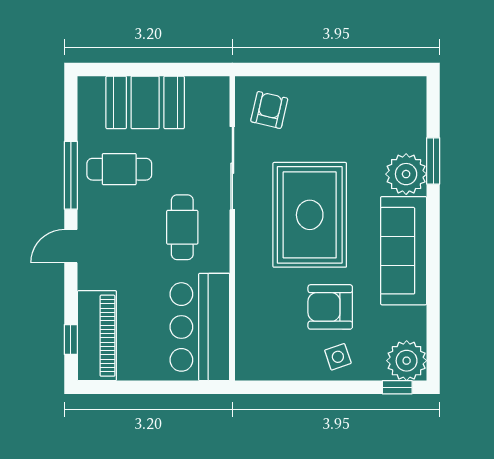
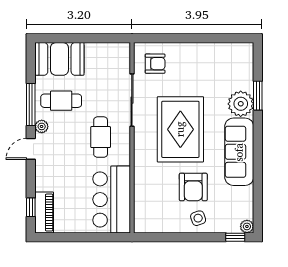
booth: (145, 102) -> (59, 59), moved
armchair: (269, 110) -> (155, 64), turned 77
plant: (88, 210) -> (42, 126), added
armchair: (330, 307) -> (193, 187), turned -90
piano: (97, 336) -> (44, 213), width x0.73, depth x0.75
plant: (407, 361) -> (247, 226), width x0.53, depth x0.53

